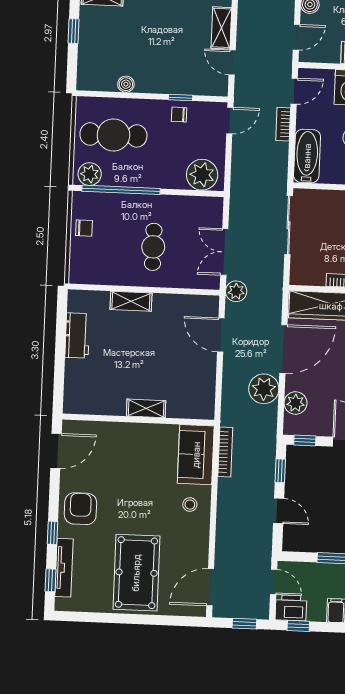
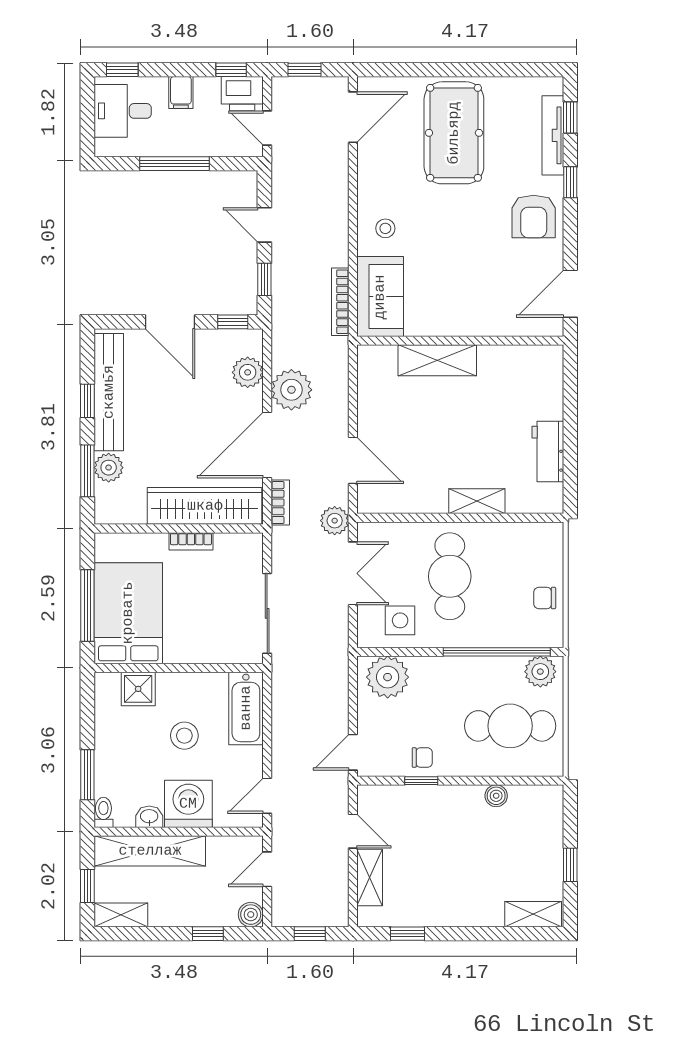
bookcase: (283, 124) -> (280, 503), moved
side table: (191, 216) -> (400, 620), added
cafe table: (153, 247) -> (450, 576), width x1.37, depth x1.35
shelving: (146, 408) -> (437, 360), width x1.50, depth x1.33

